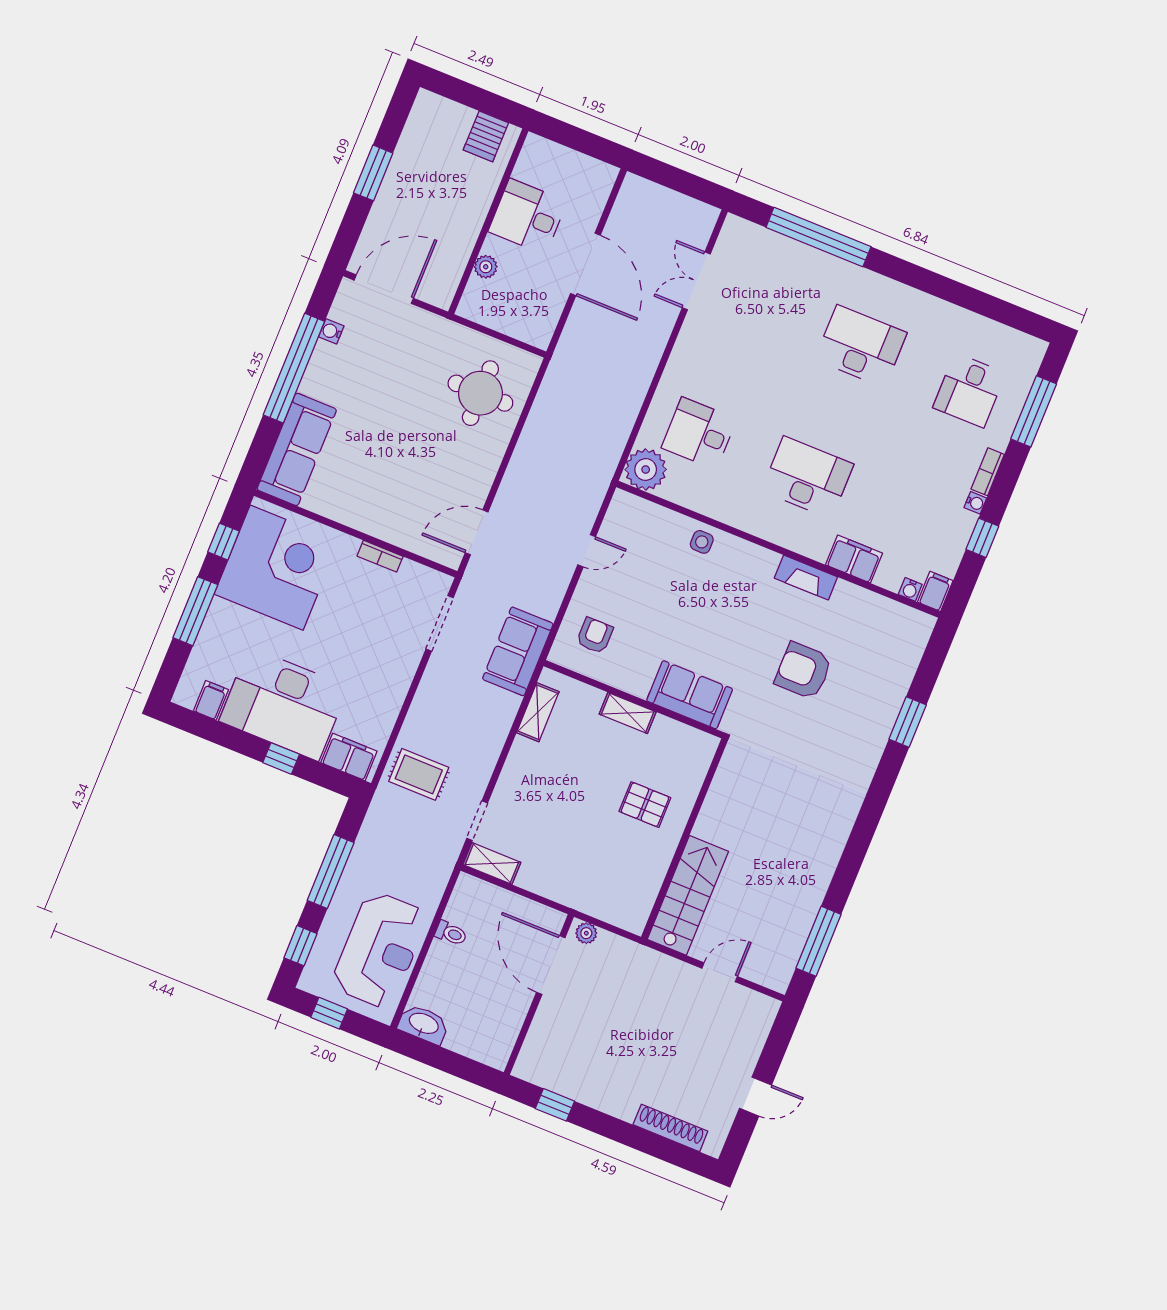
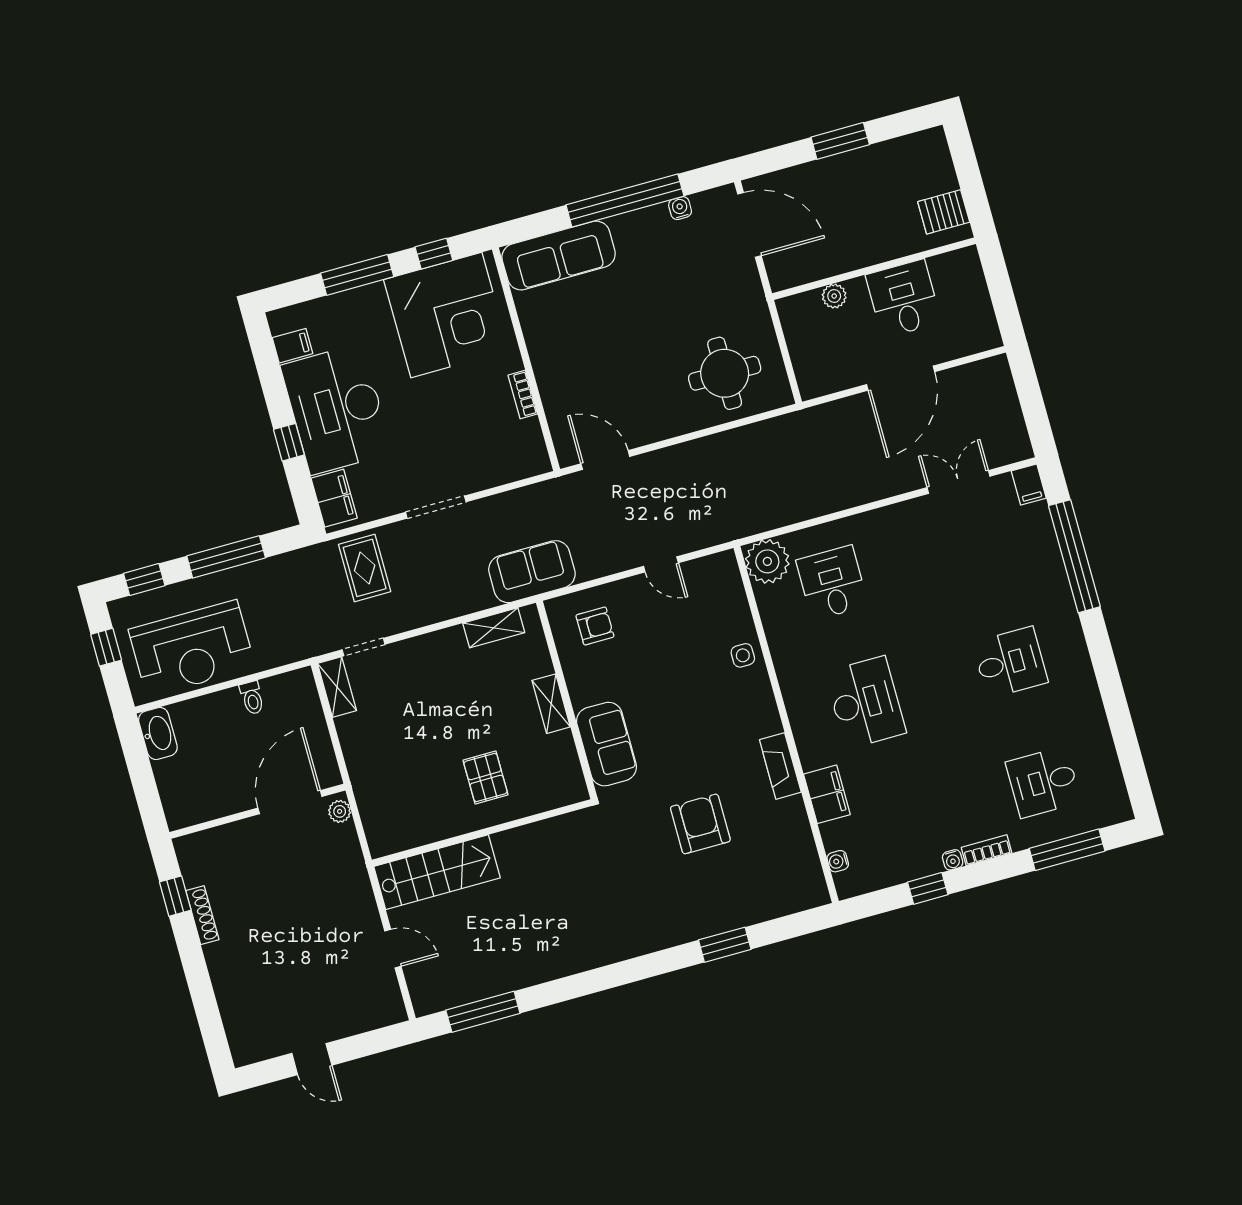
desk: (861, 346) -> (1010, 662), width x0.73
filing cabinet: (935, 591) -> (1029, 485), moved, turned 90
doorway: (440, 623) -> (436, 507), moved
shoe rack: (670, 1128) -> (202, 915), moved, width x0.74, depth x0.81

